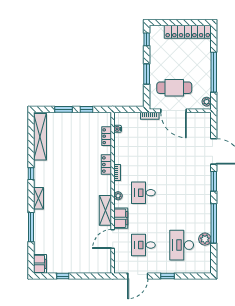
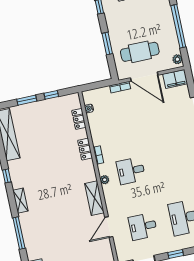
filing cabinet: (121, 218) -> (175, 79), moved, turned 90

